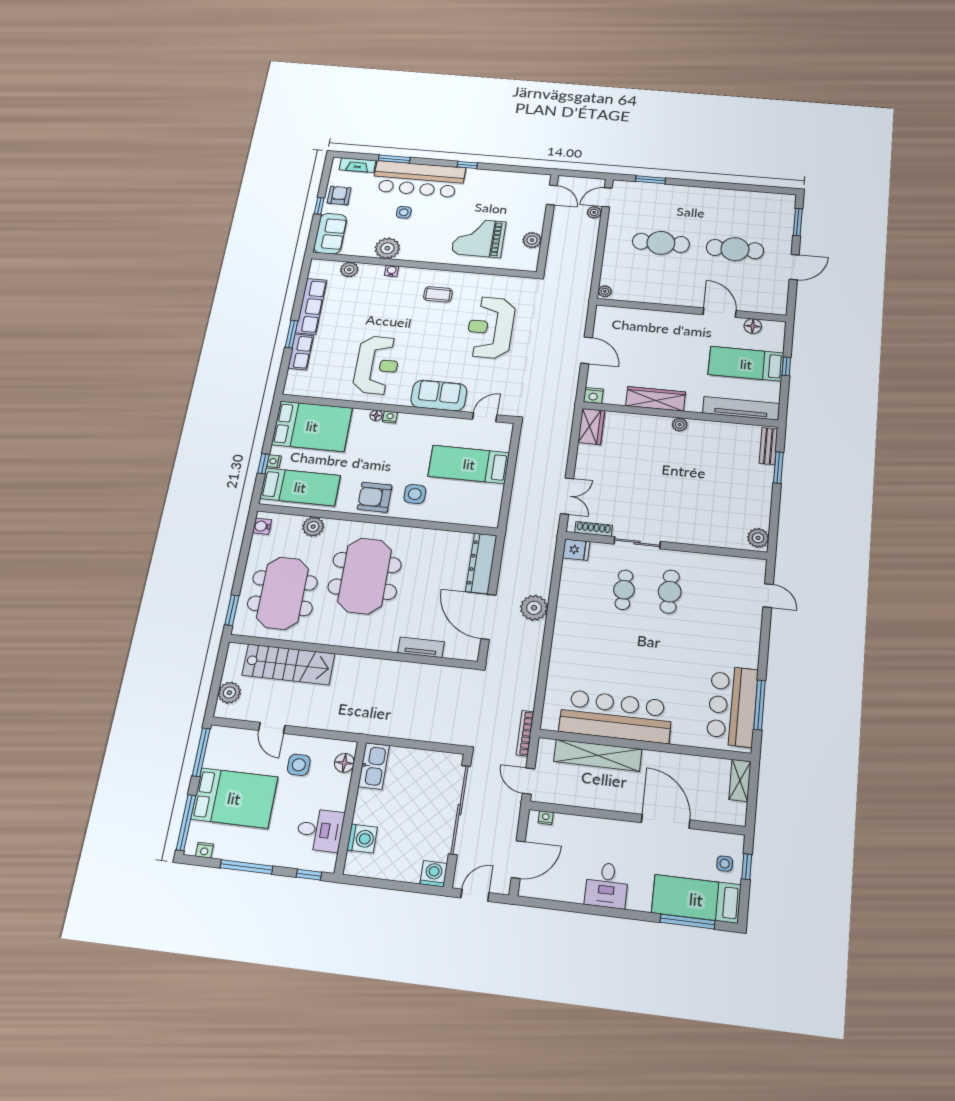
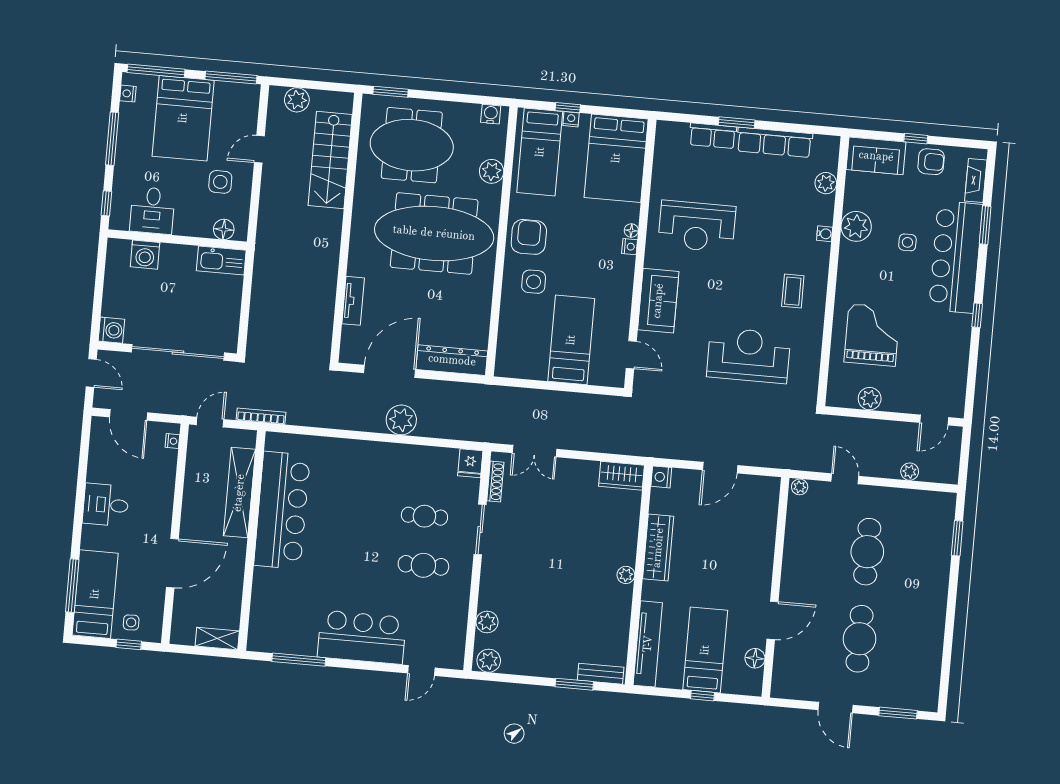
door: (607, 197) -> (845, 479), moved
plant: (722, 539) -> (487, 622), added
meeting table: (365, 576) -> (434, 233), width x1.36
bar counter: (732, 706) -> (362, 637), moved

